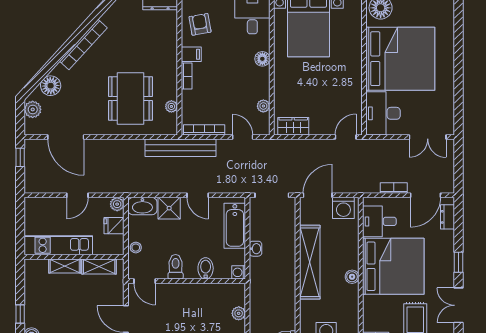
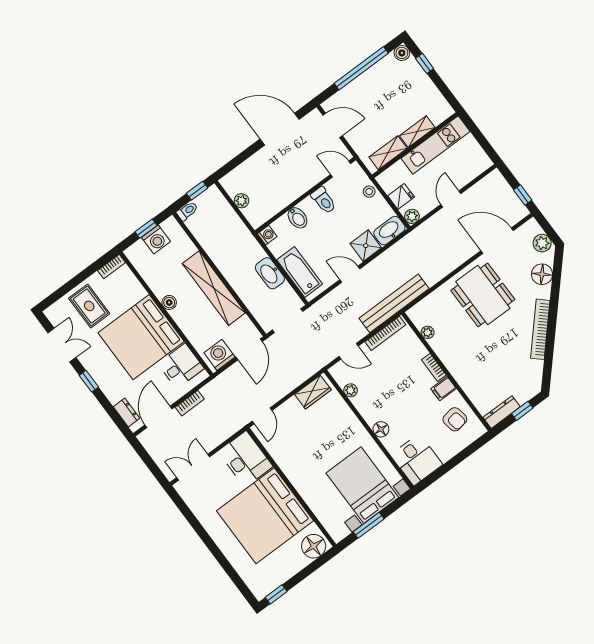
dining table: (131, 99) -> (483, 295), moved
washbasin: (256, 249) -> (270, 273), width x1.91, depth x1.45

